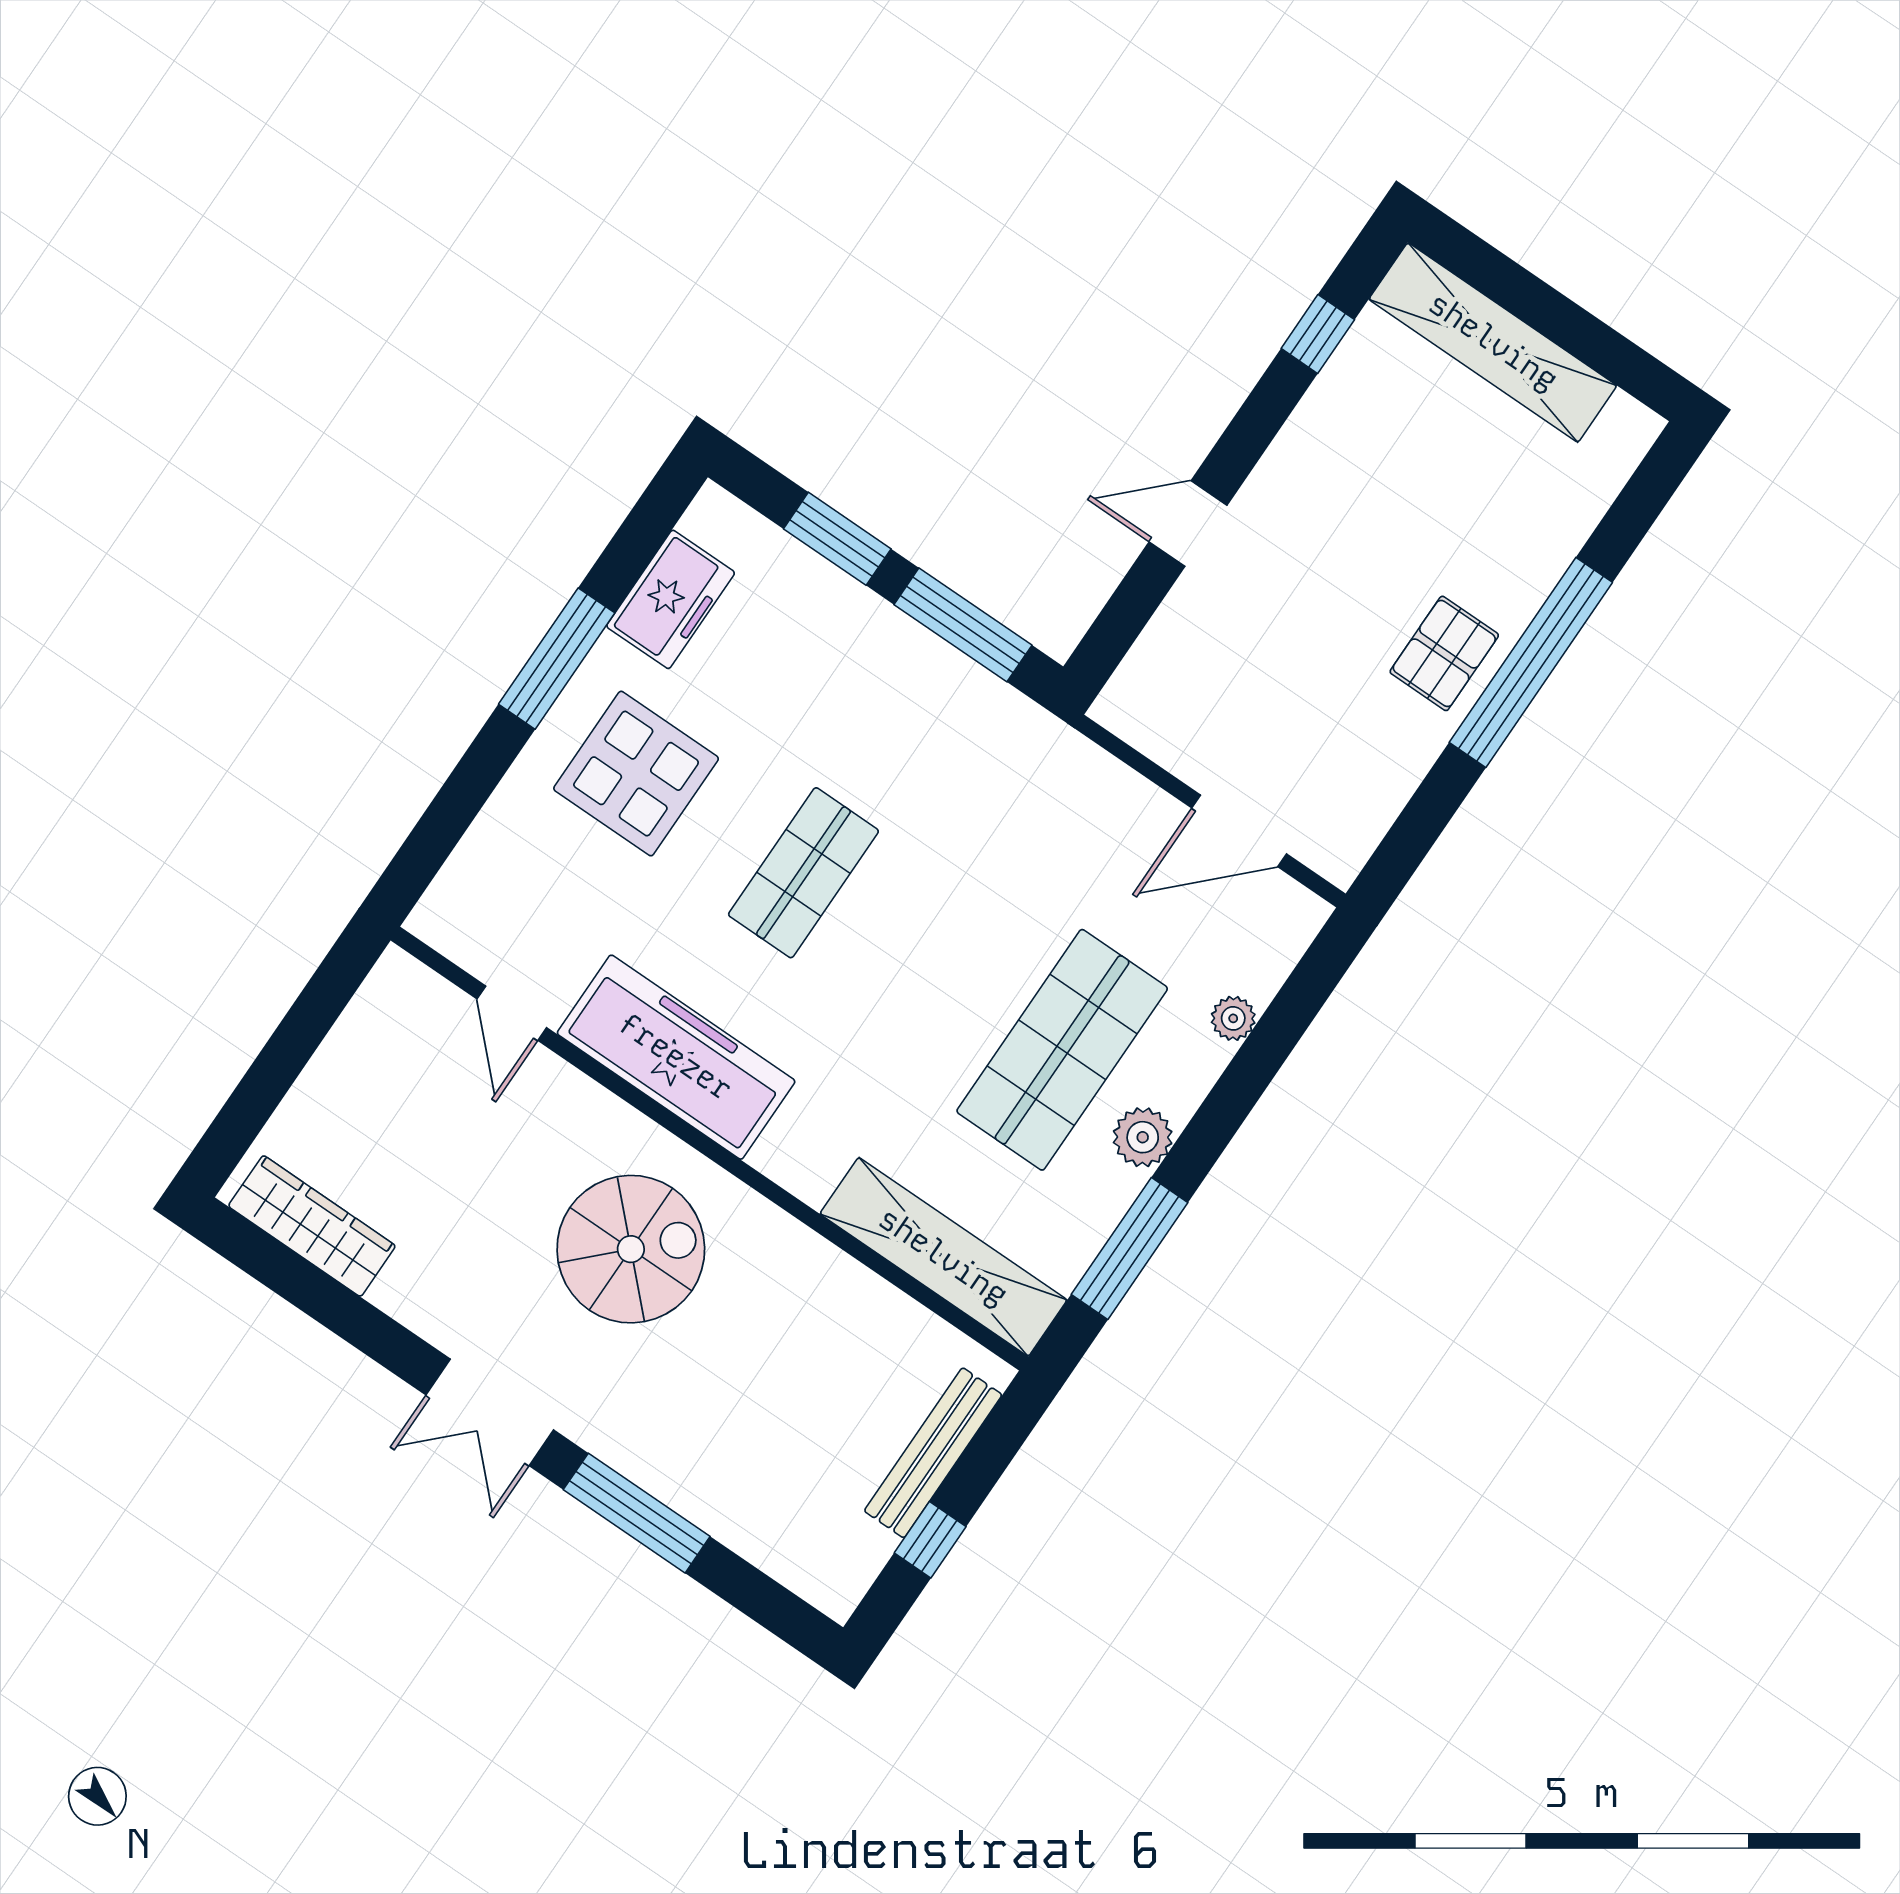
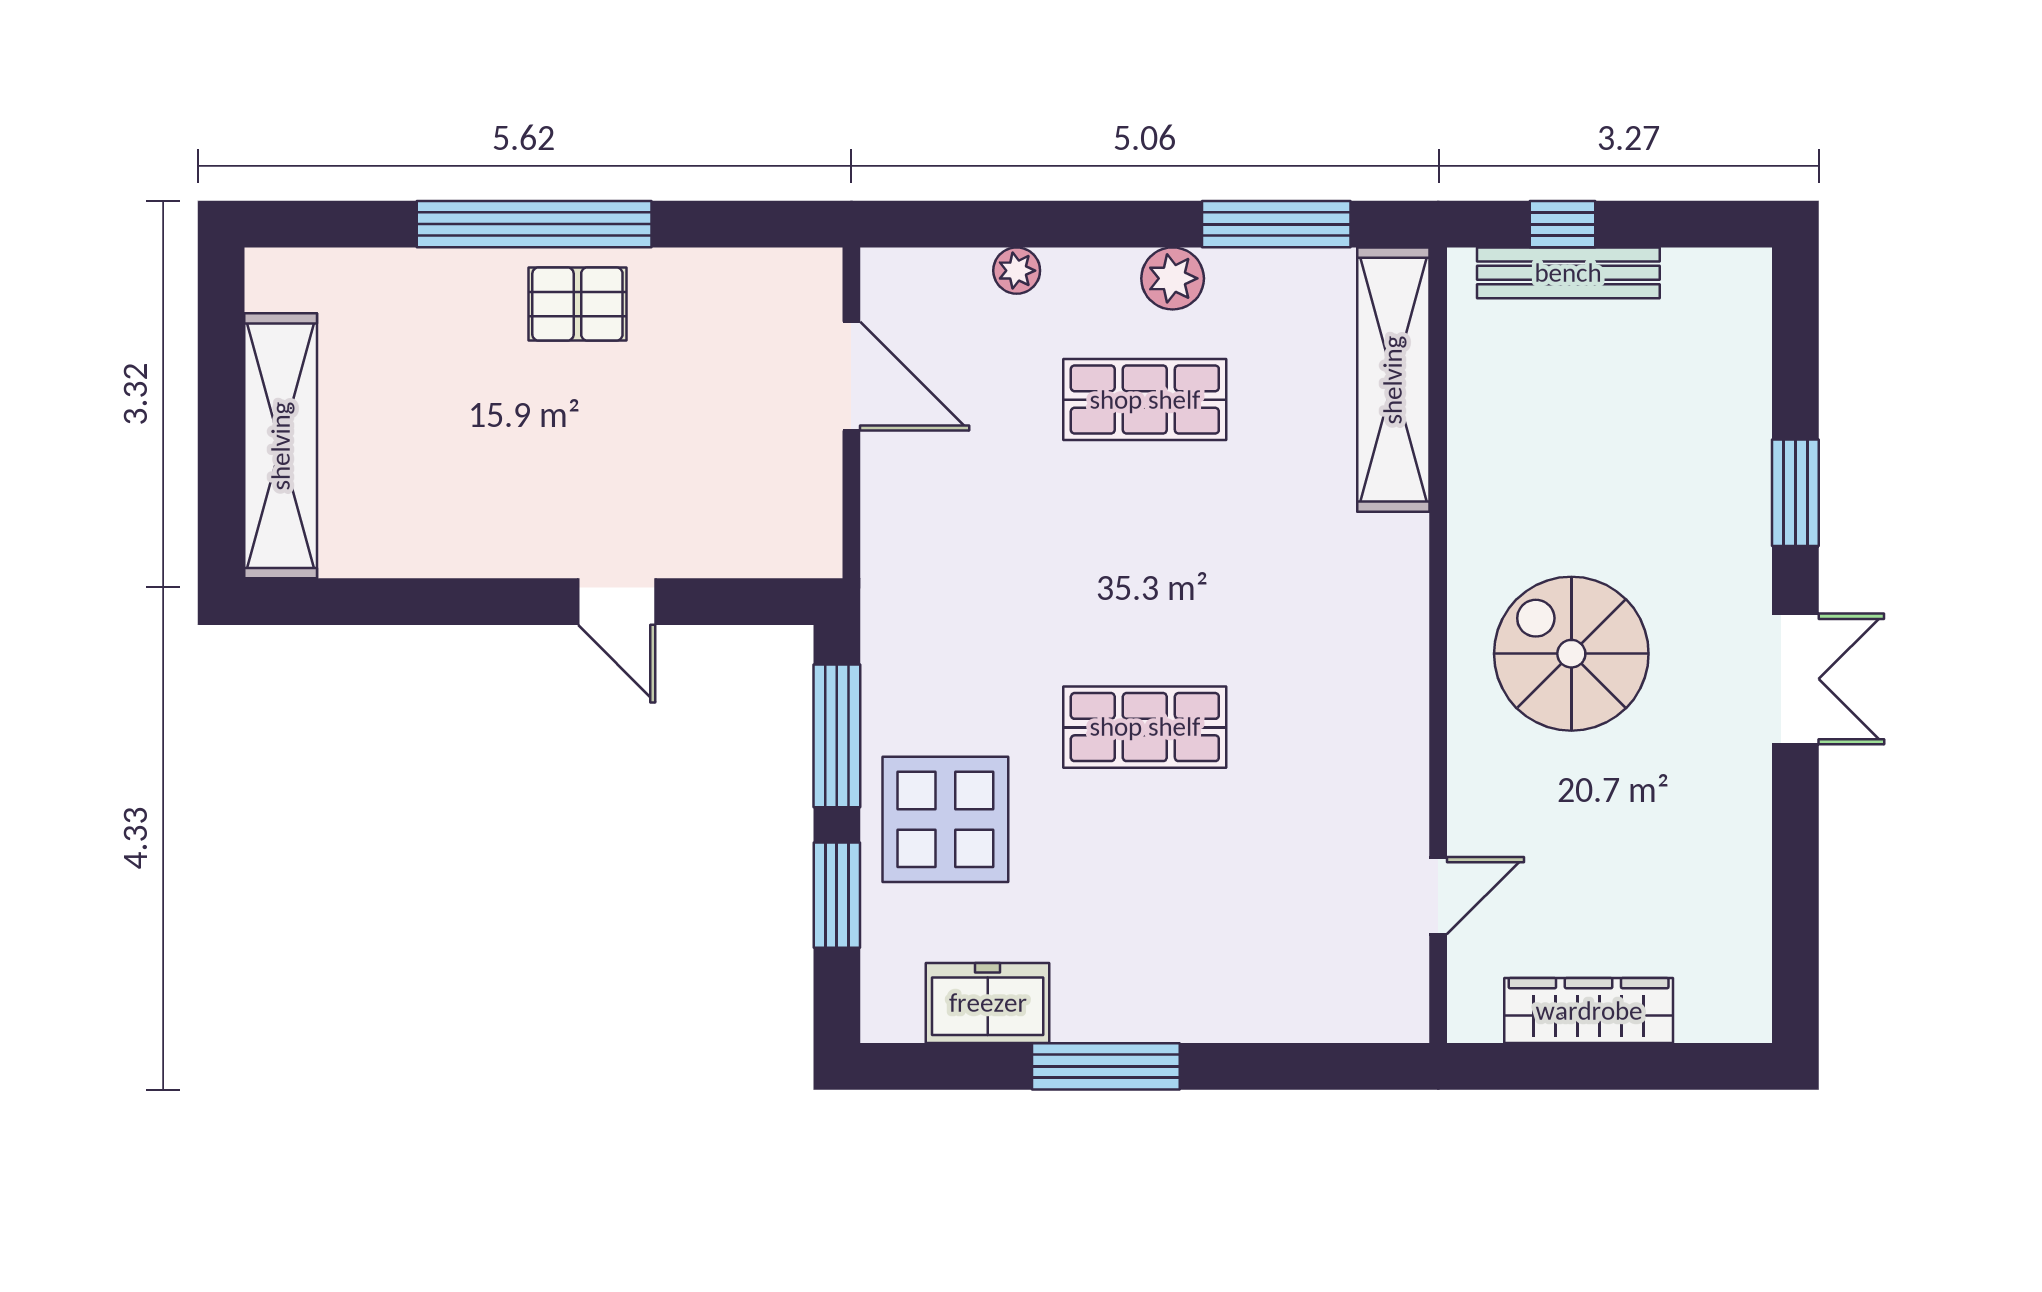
window: (1318, 334) -> (377, 602), removed
display table: (636, 774) -> (945, 819), moved
shop shelf: (1062, 1050) -> (1145, 400), width x0.70, depth x0.74
freezer: (676, 1057) -> (1379, 728), removed
wardrobe: (312, 1226) -> (1589, 1011), moved, turned 90
window: (637, 1513) -> (1795, 493), width x0.69
window: (930, 1540) -> (1563, 224), moved

